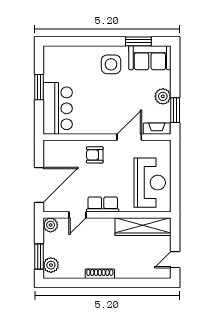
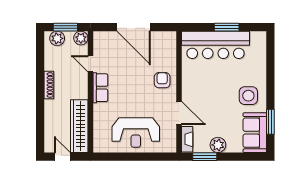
bar counter: (58, 108) -> (215, 45), width x1.36
row of seats: (103, 204) -> (100, 88), moved
door: (78, 215) -> (90, 64), moved
wall: (107, 215) -> (90, 92), moved
plant: (51, 225) -> (81, 38), moved
wardrobe: (143, 227) -> (79, 126), moved

